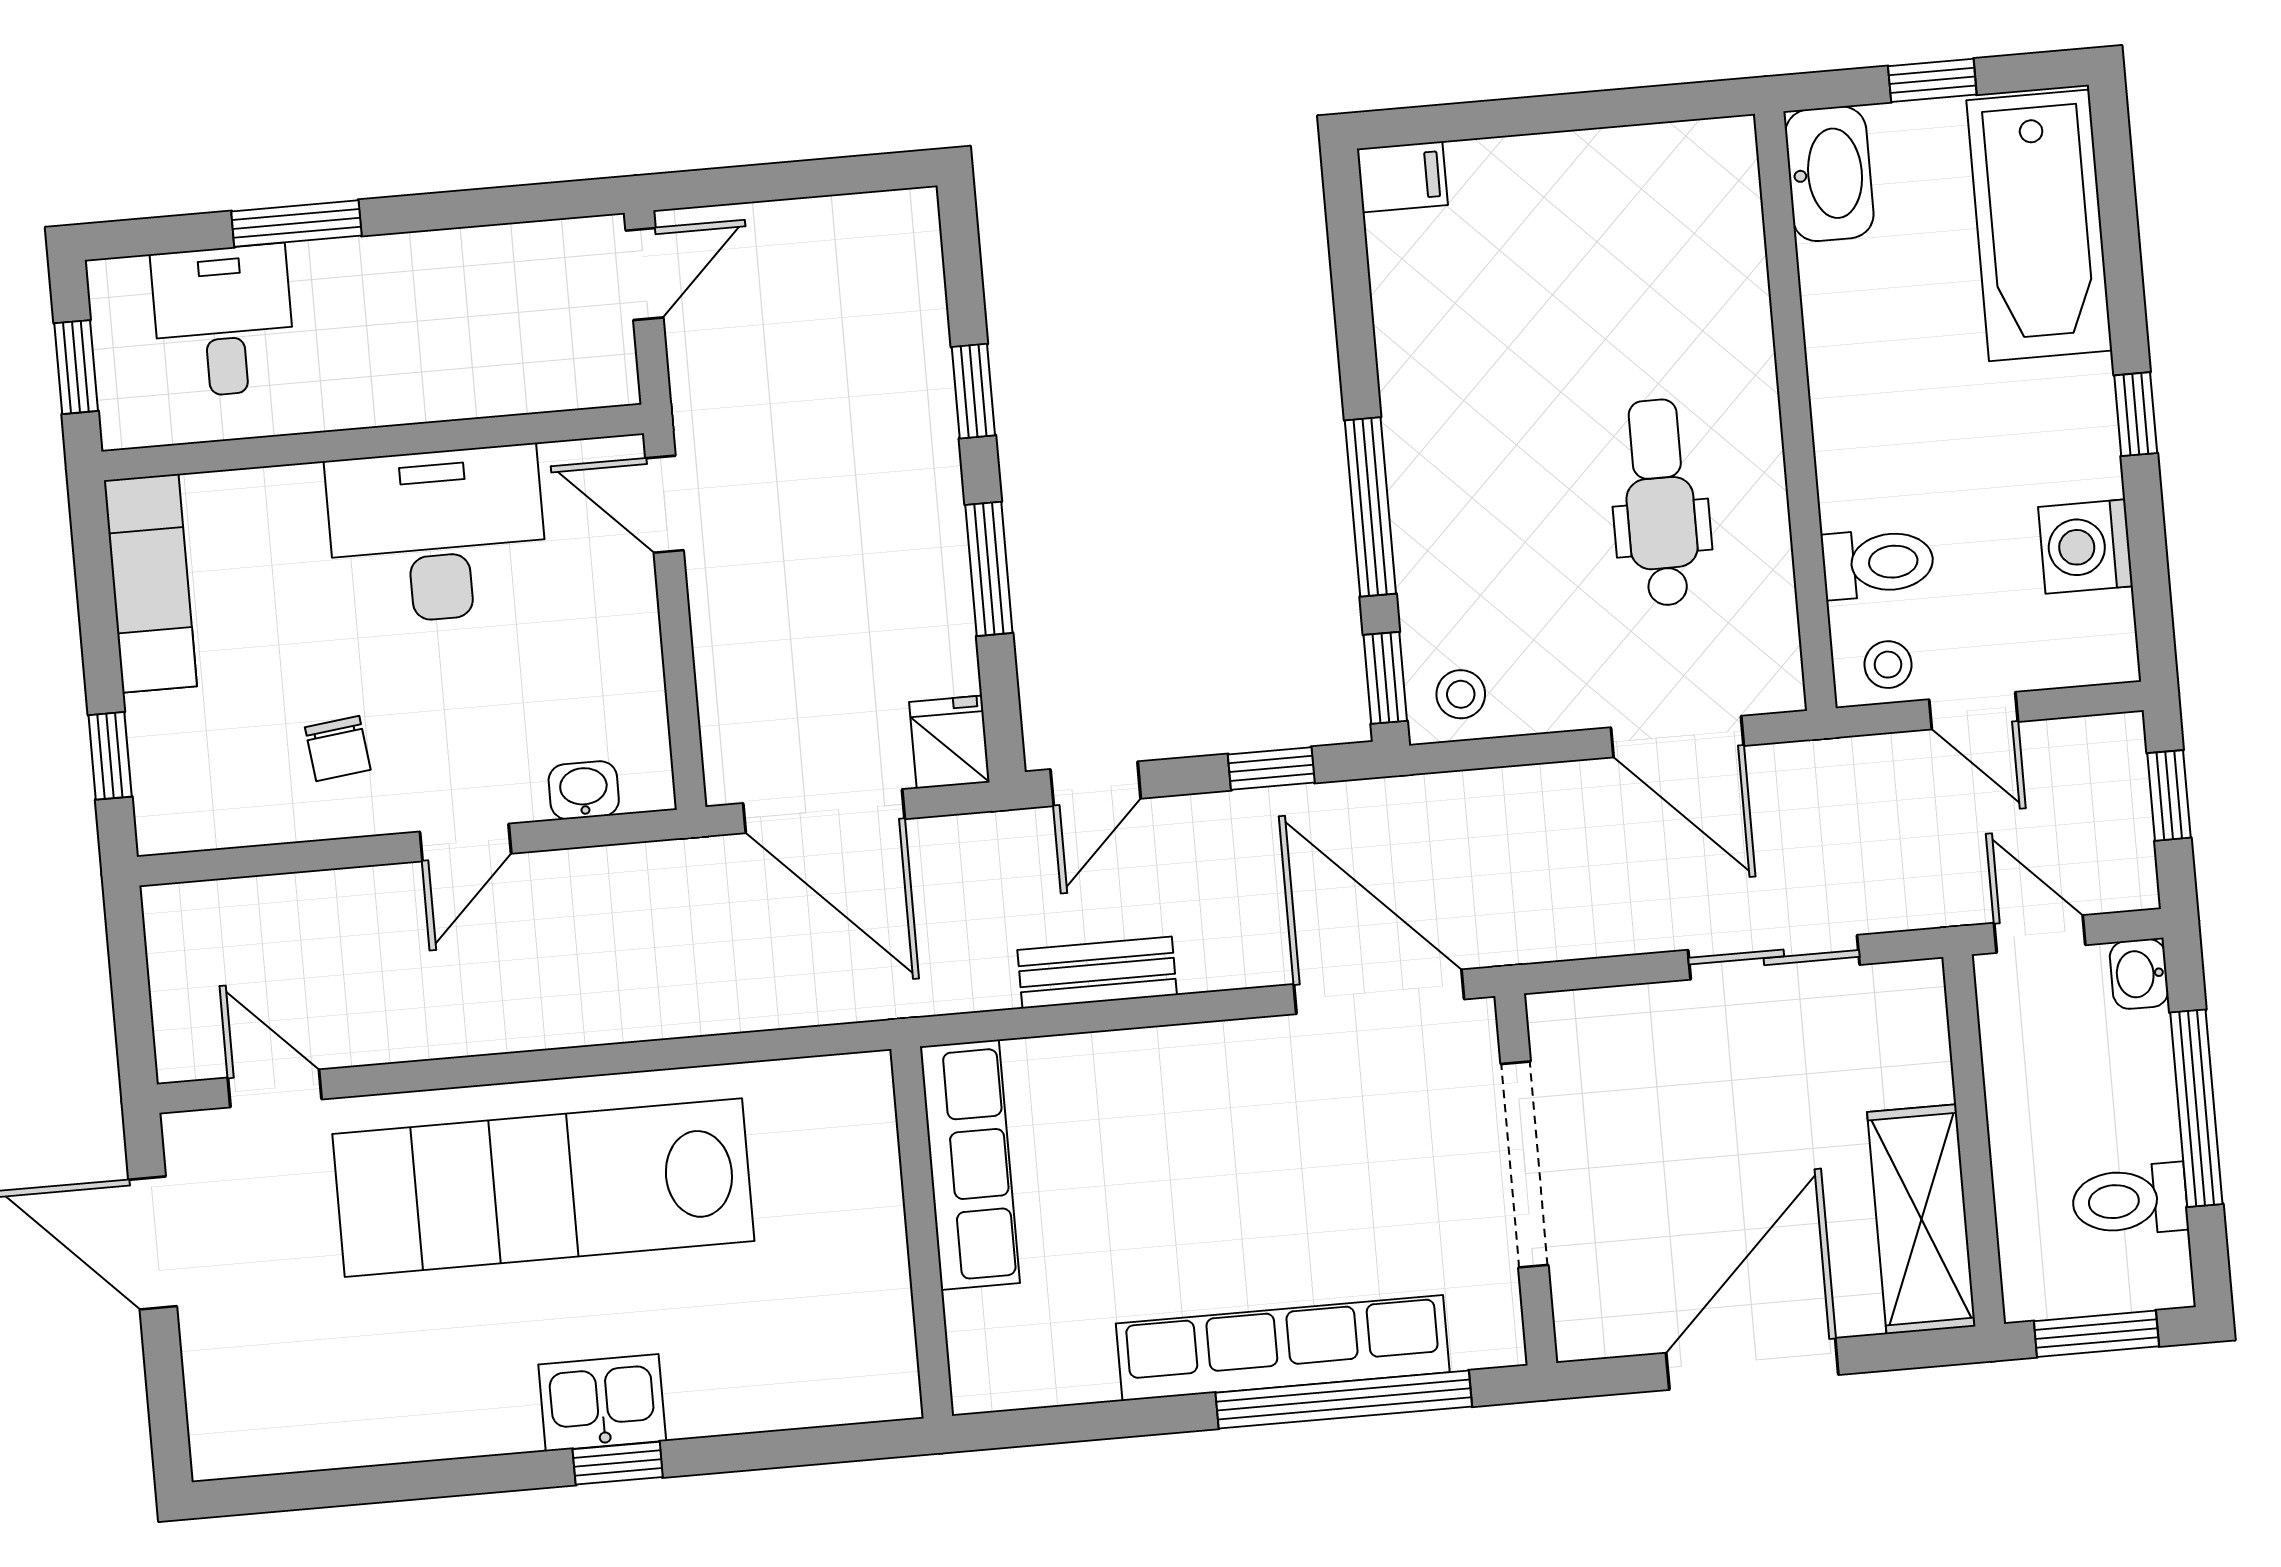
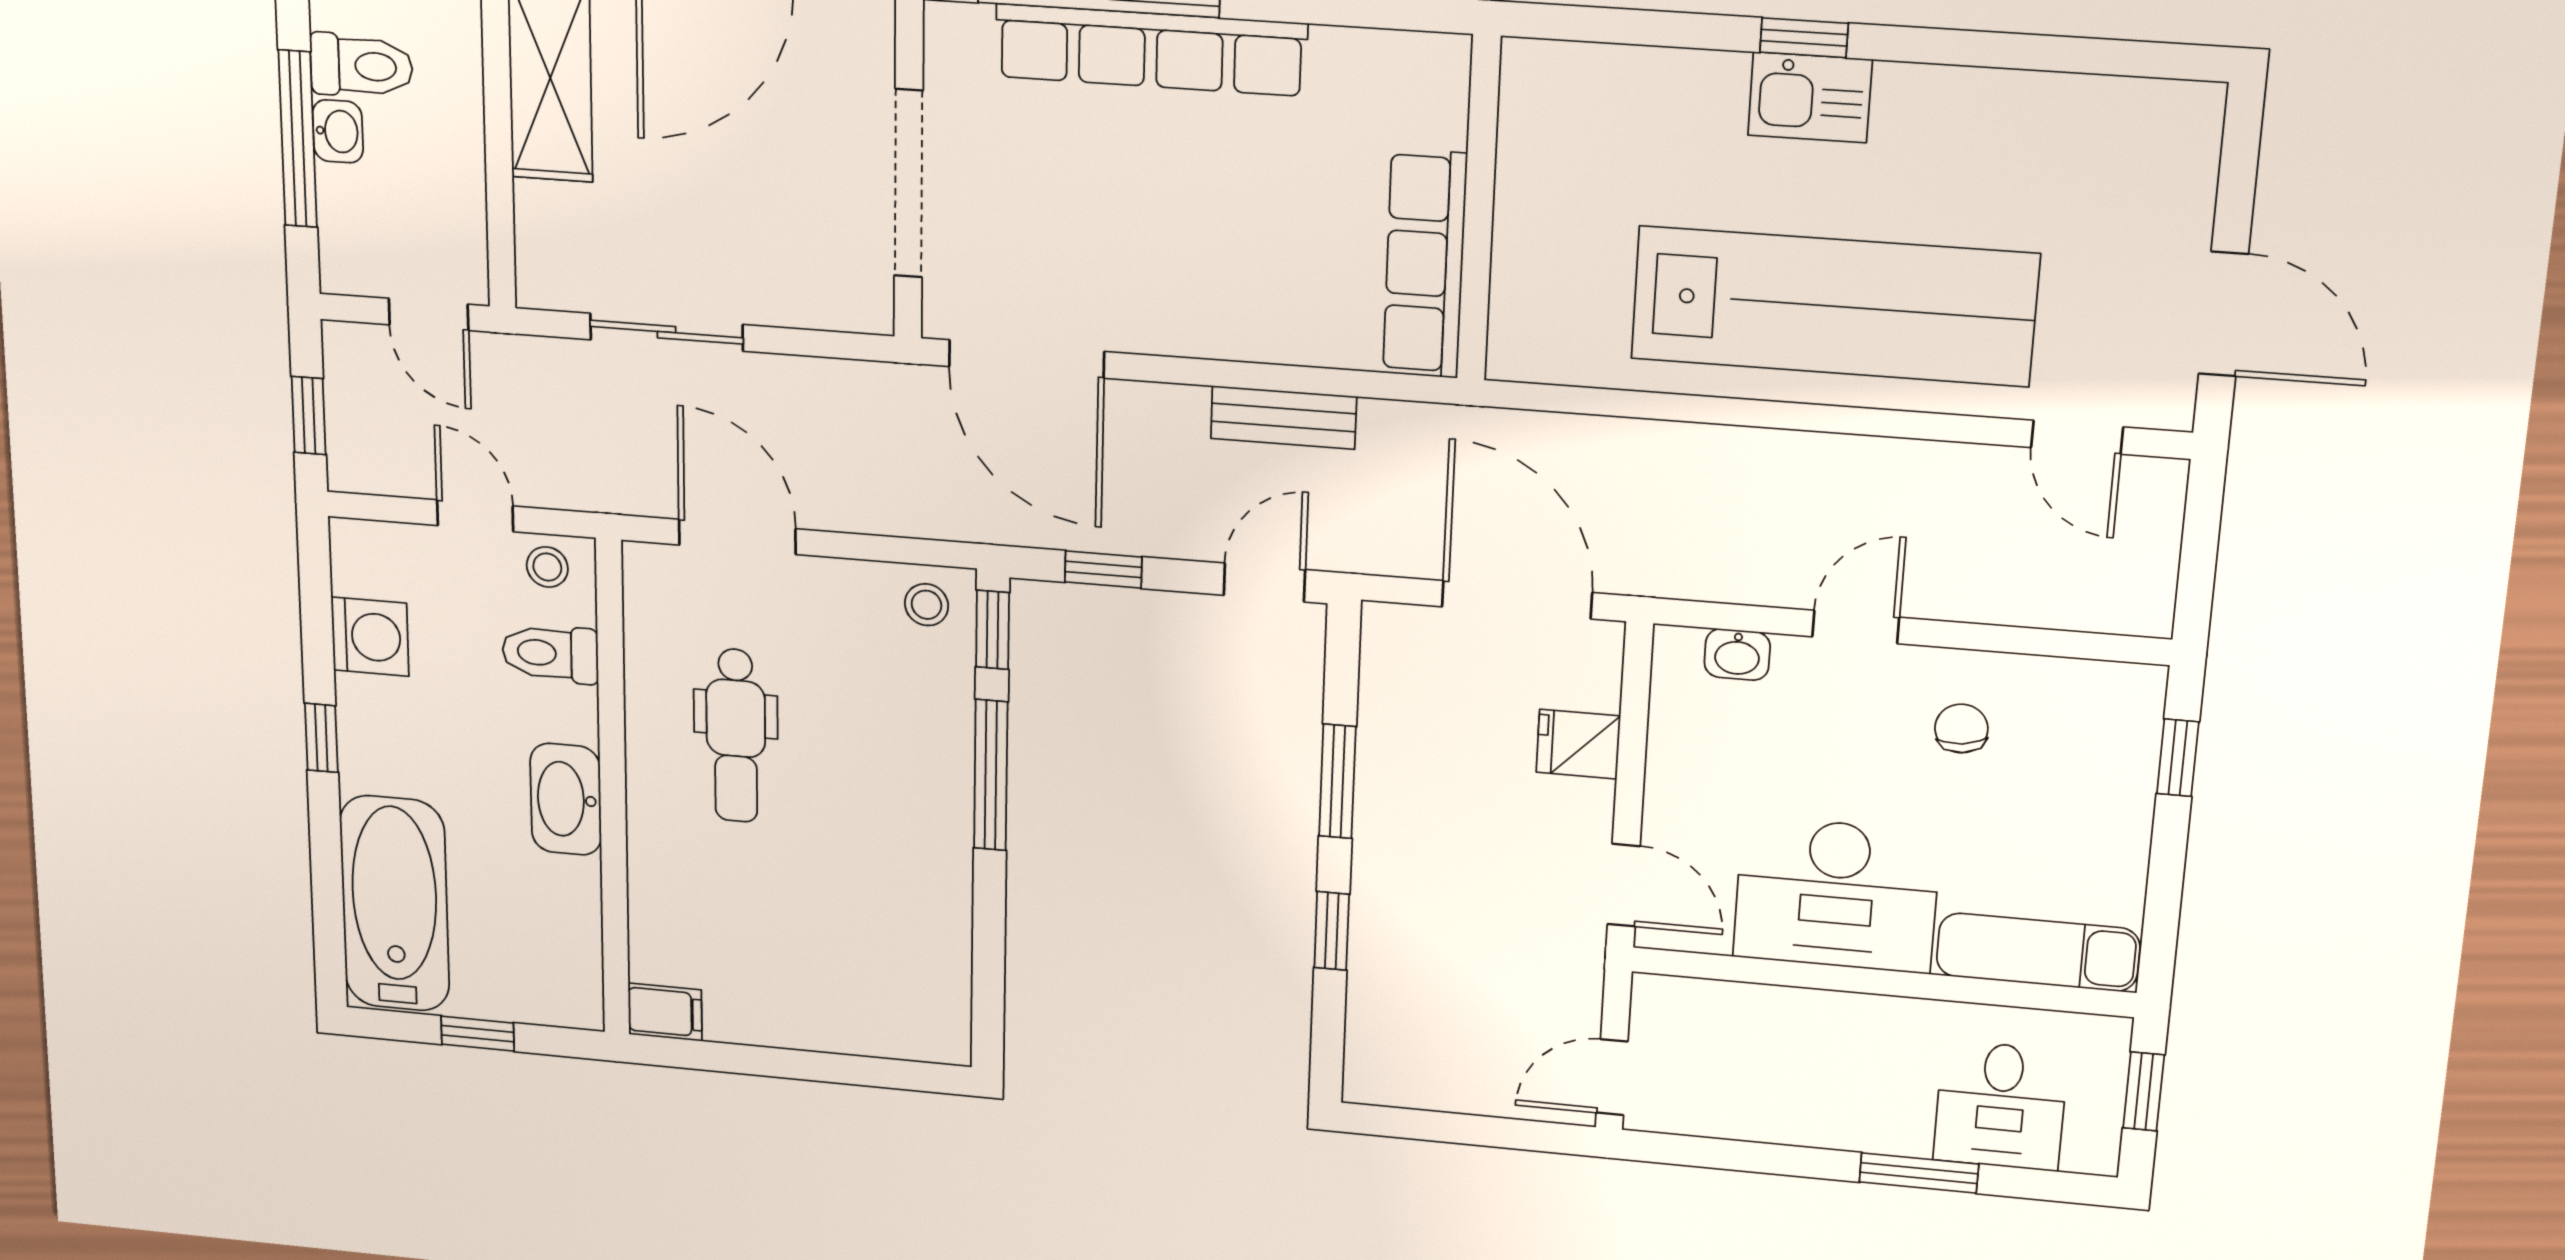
washbasin: (1829, 174) -> (566, 799), moved
filing cabinet: (1402, 177) -> (665, 1012), moved, turned 180
exam couch: (150, 583) -> (2038, 952), moved, turned 90
fridge: (949, 742) -> (1578, 744), moved, turned 90
washbasin: (2139, 974) -> (338, 131), moved

